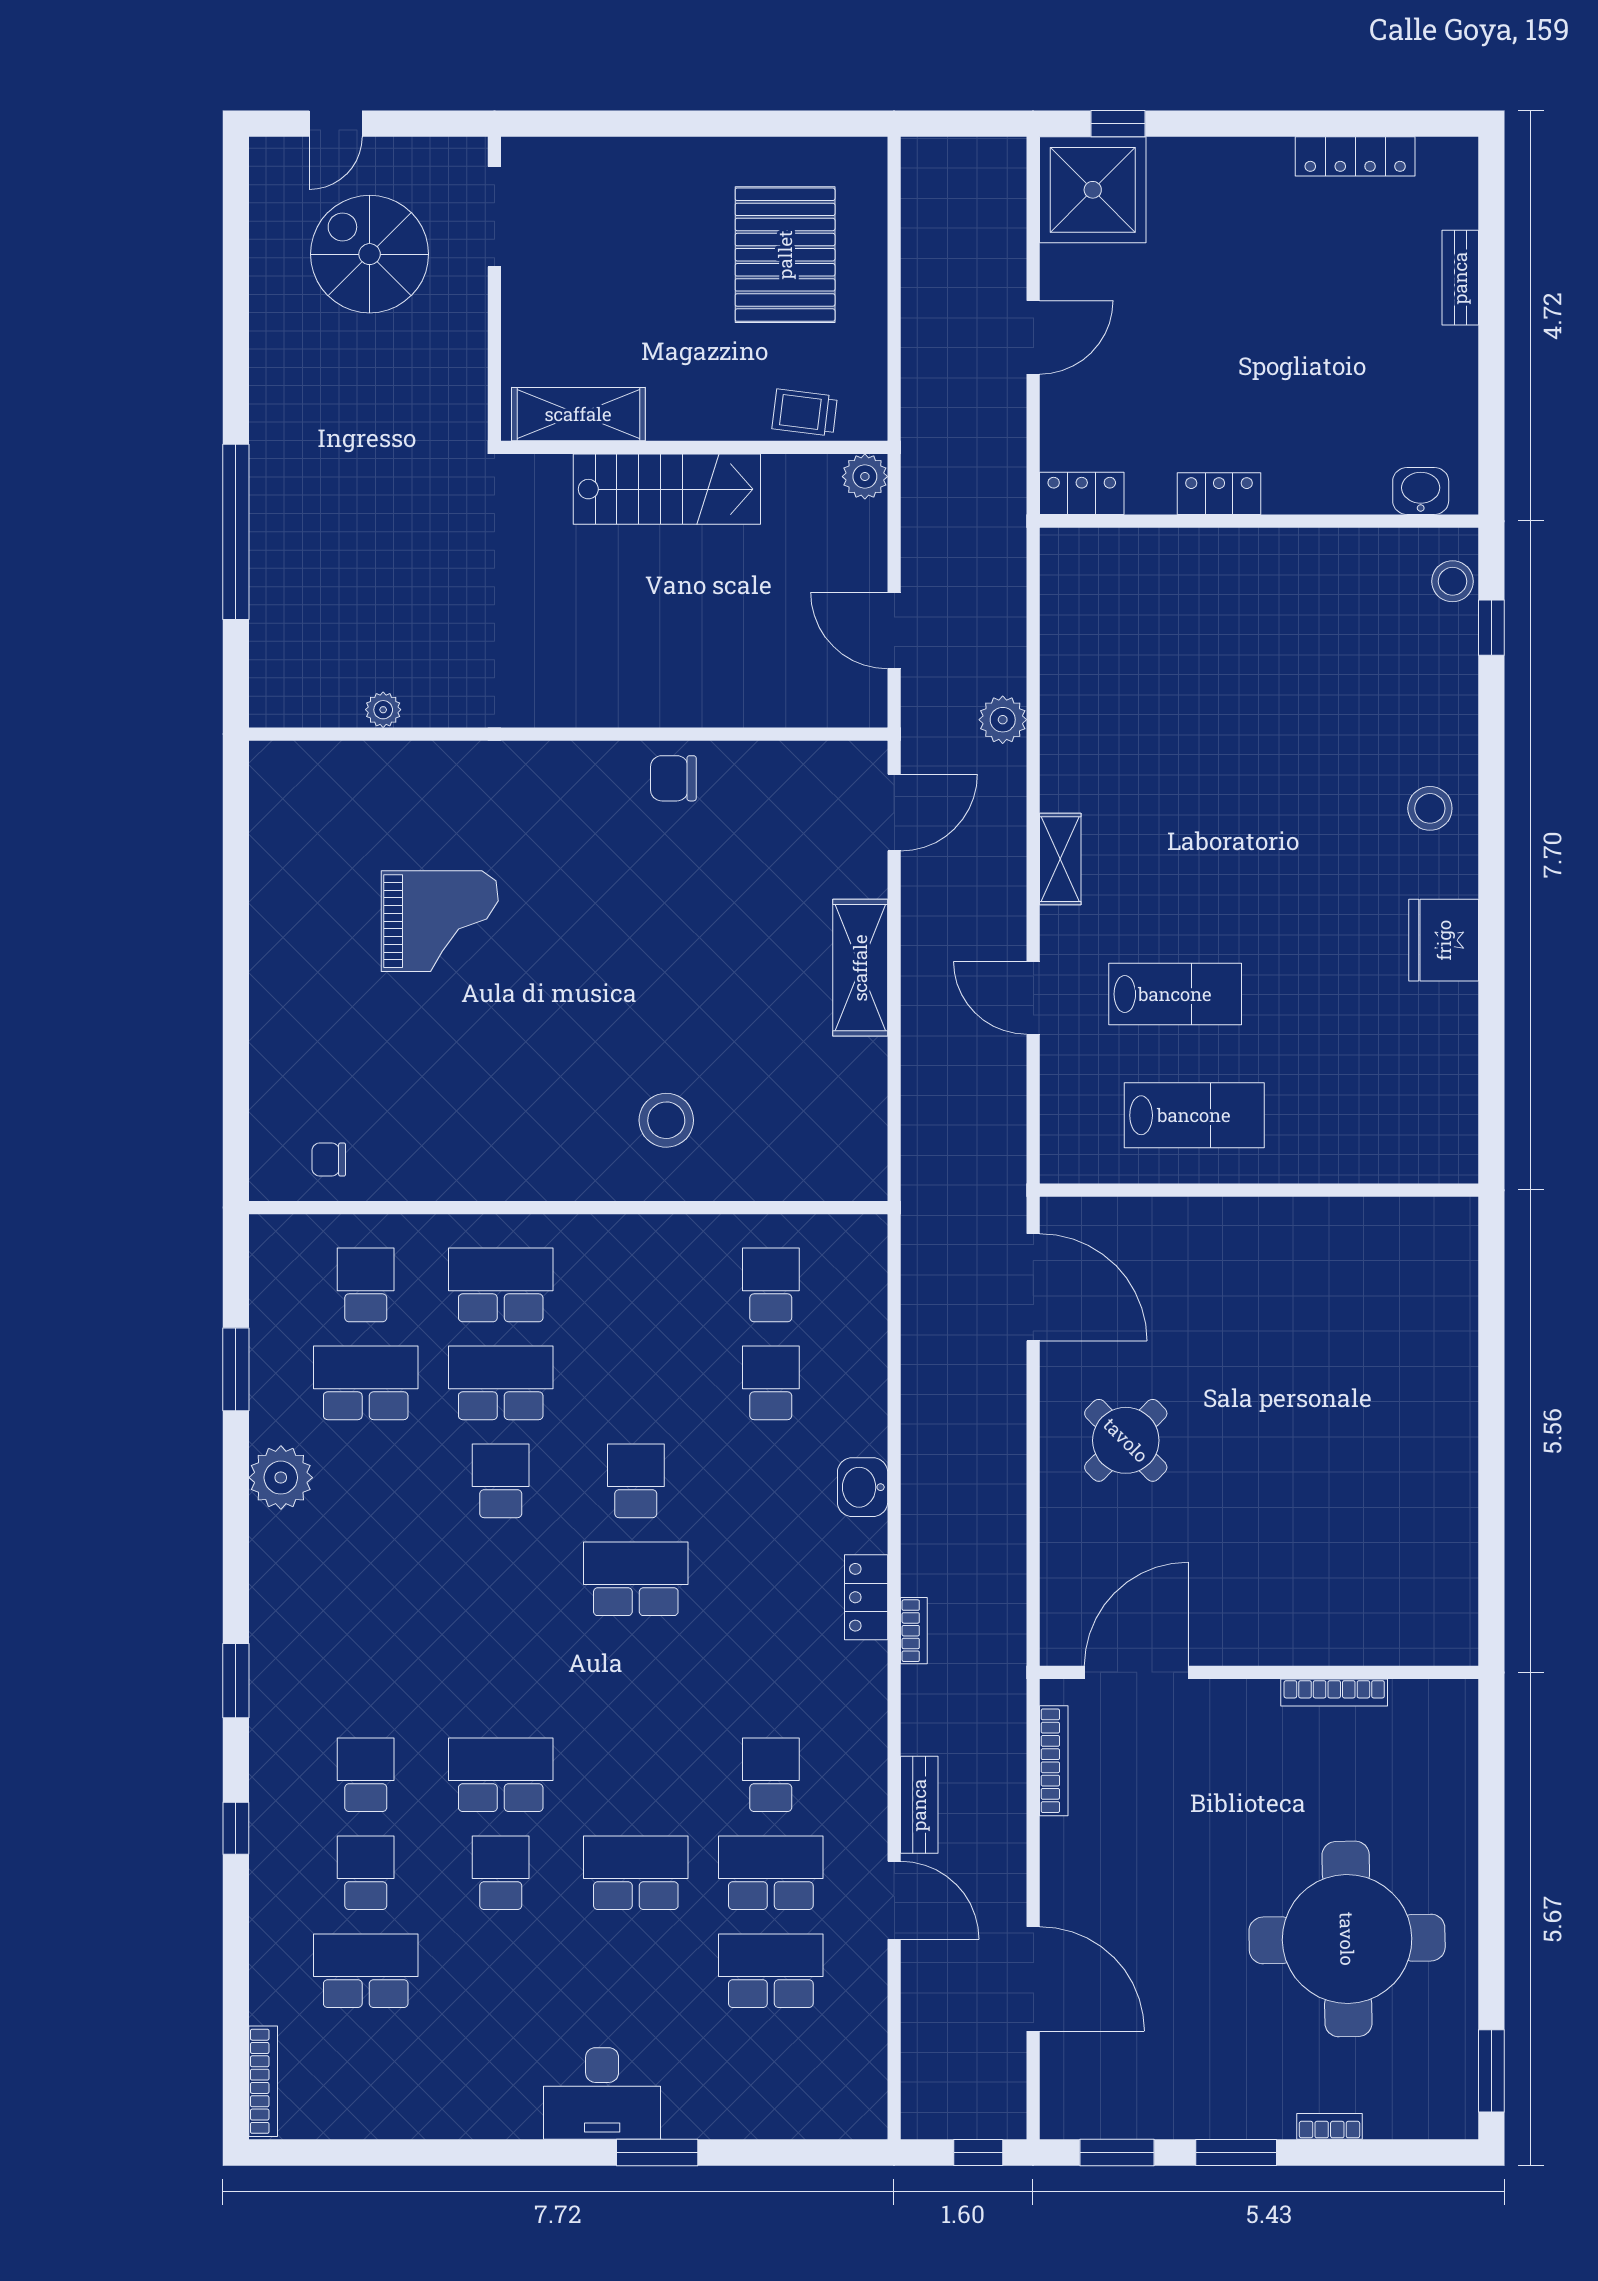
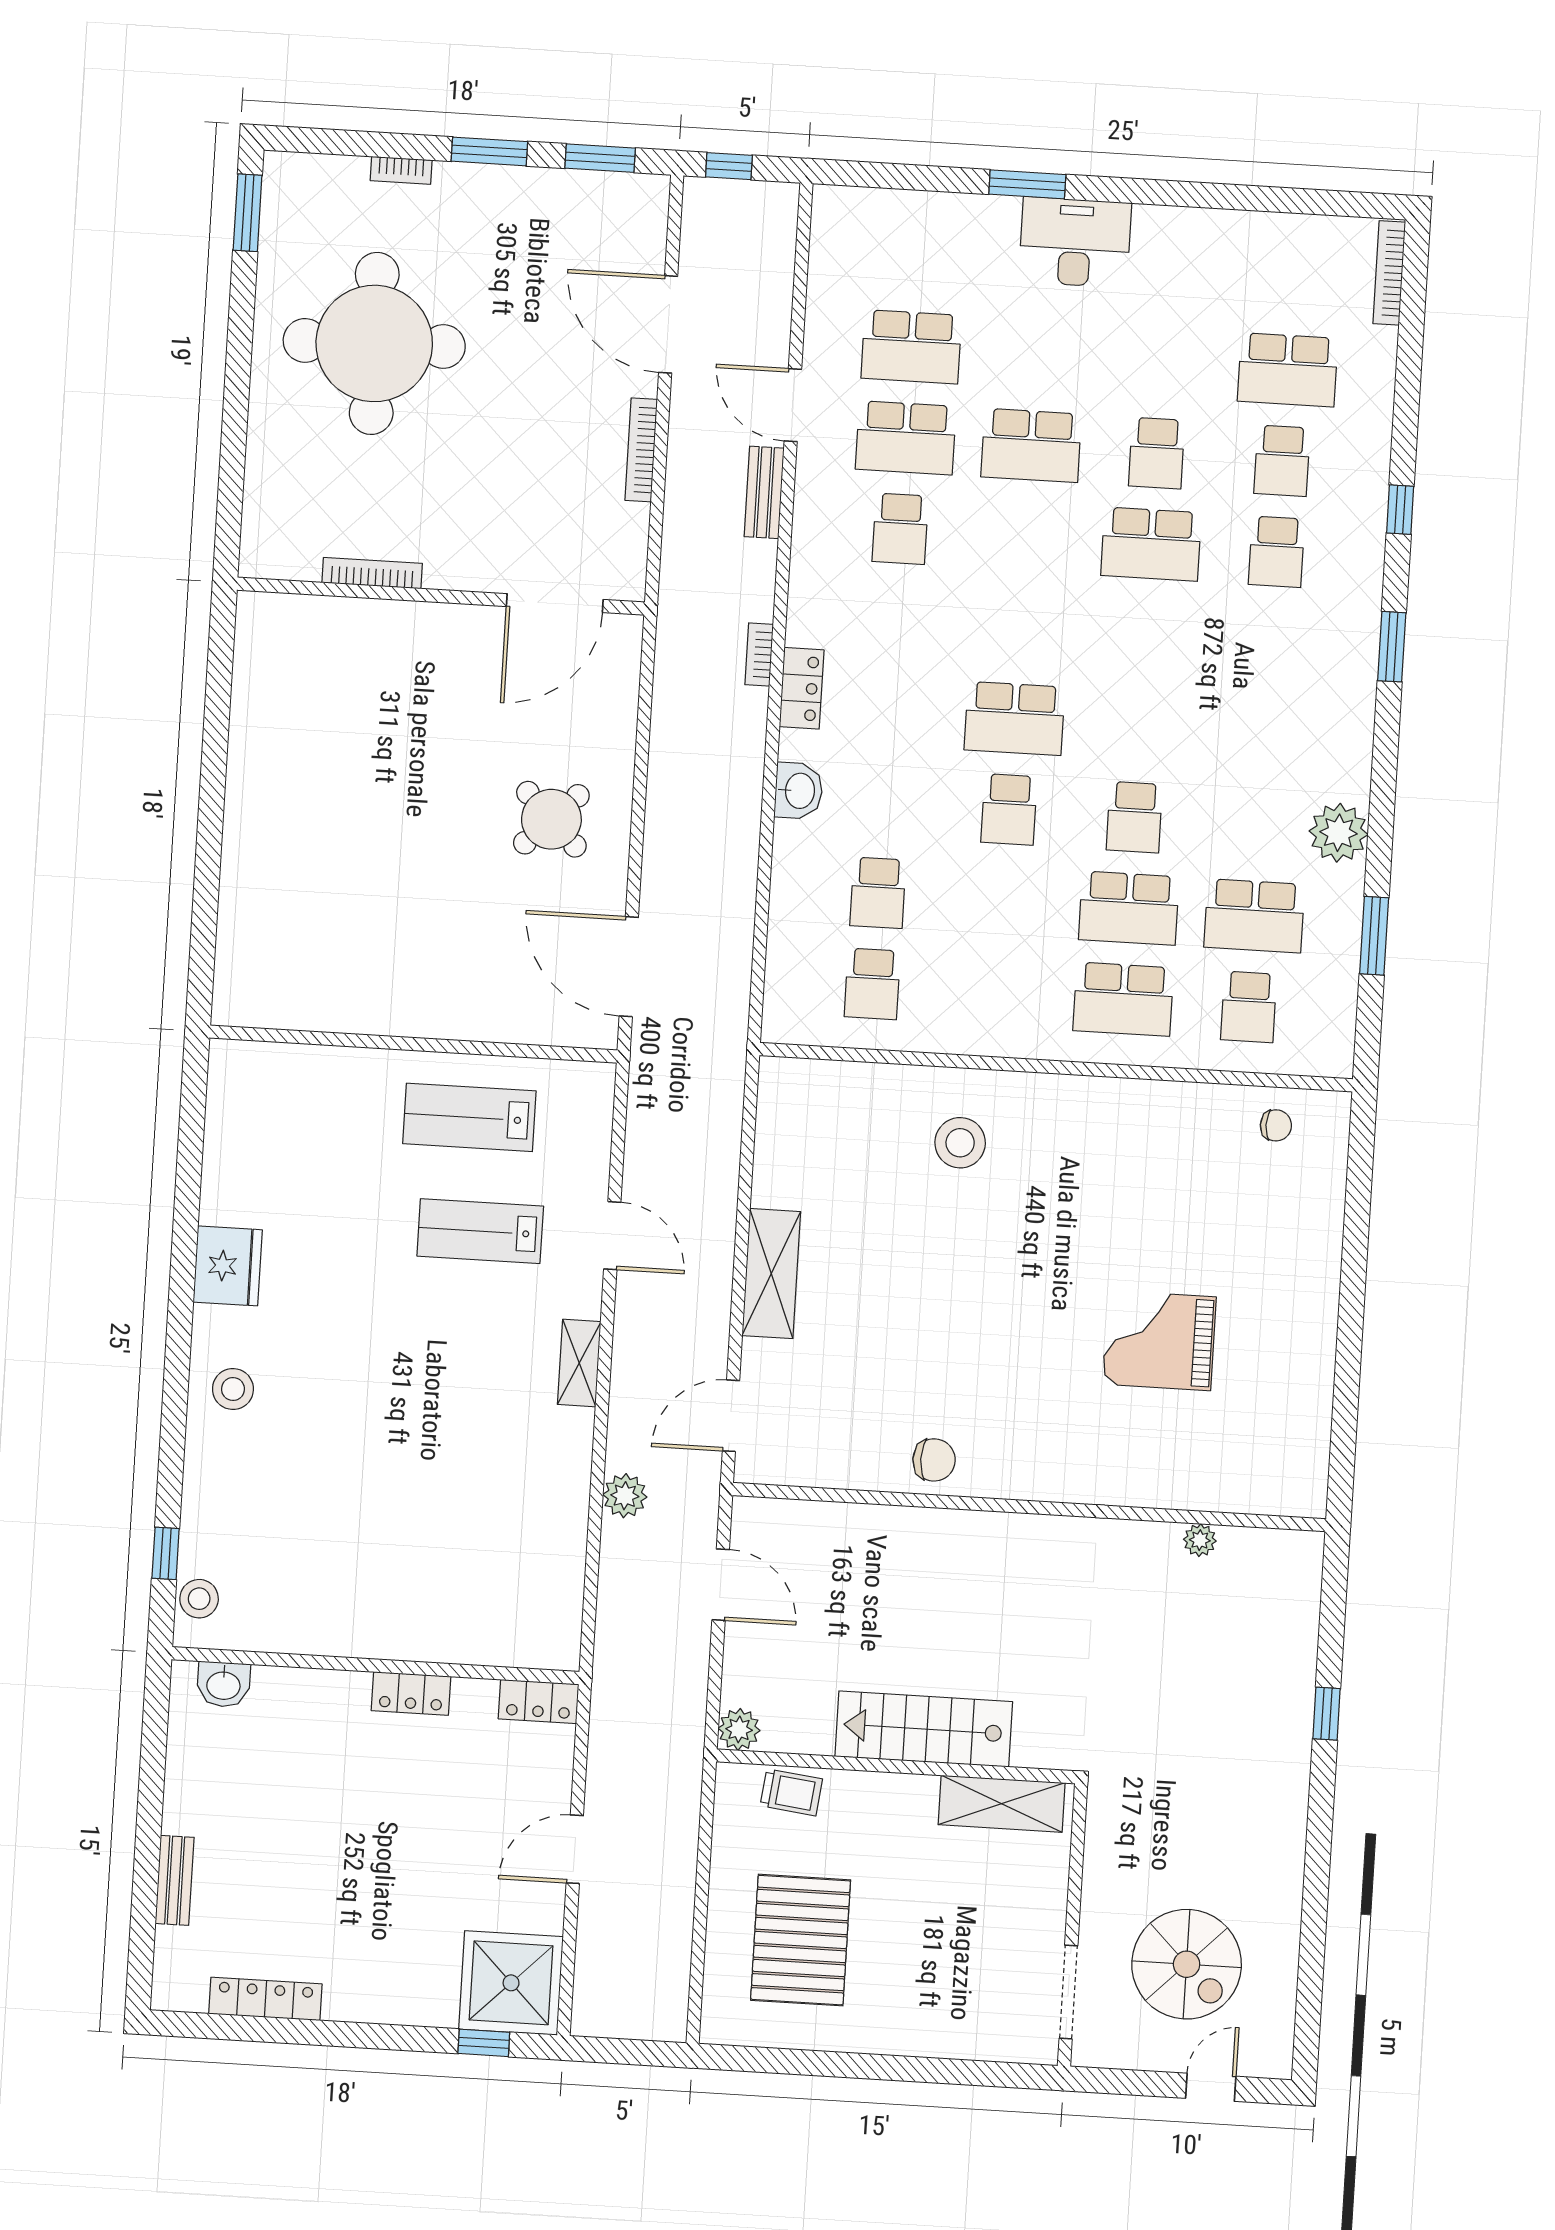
window: (236, 532) -> (1326, 1714), width x0.32
bookcase: (1054, 1761) -> (641, 450), moved

